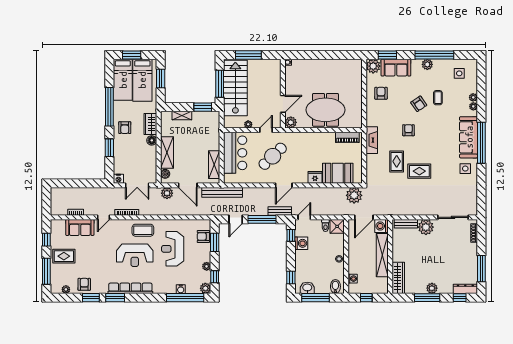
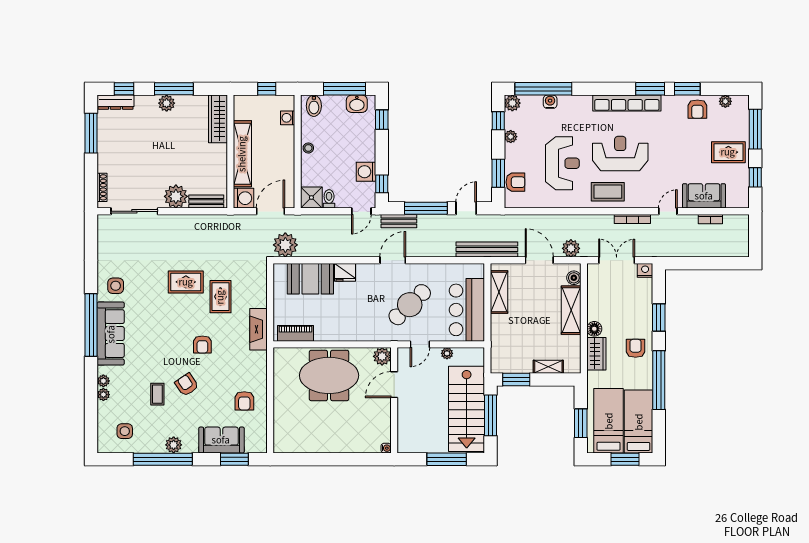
plant: (373, 66) -> (256, 442), removed

